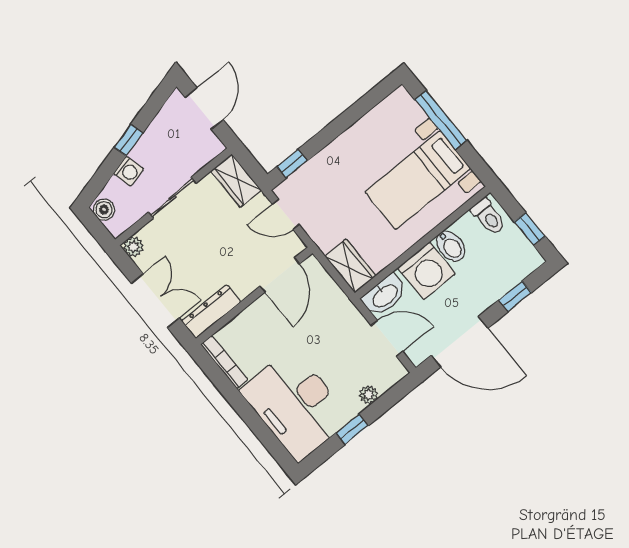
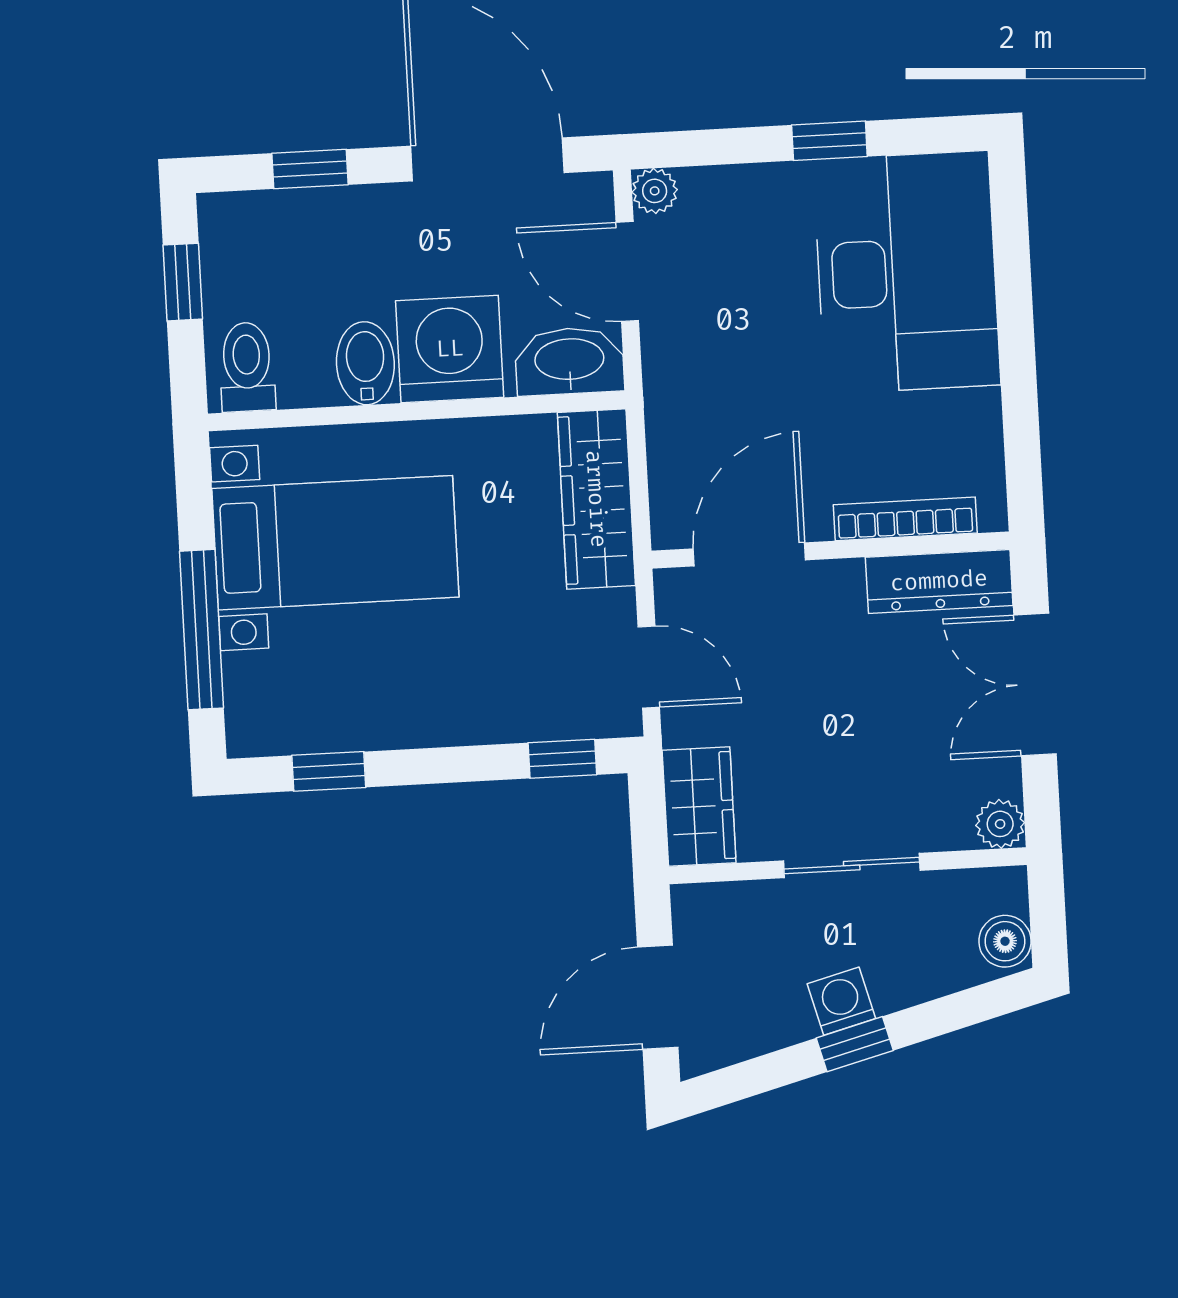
window: (365, 104) -> (329, 771), added
washing machine: (129, 171) -> (841, 1001), moved
wardrobe: (350, 266) -> (596, 499), width x1.50
bookcase: (224, 362) -> (905, 519), moved, turned 90
plant: (369, 395) -> (655, 191), moved

